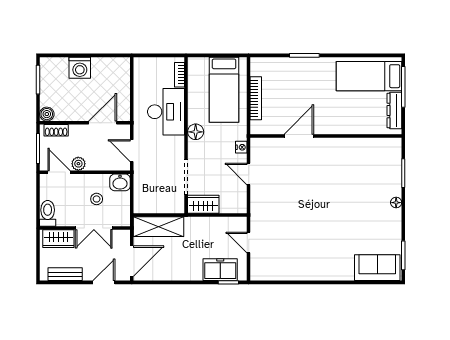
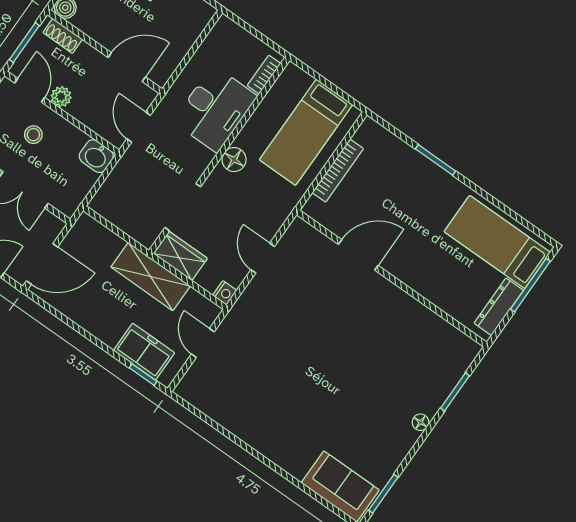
nightstand: (241, 147) -> (225, 293), moved
stool: (97, 199) -> (33, 135), moved
shelving: (159, 227) -> (151, 276), moved

